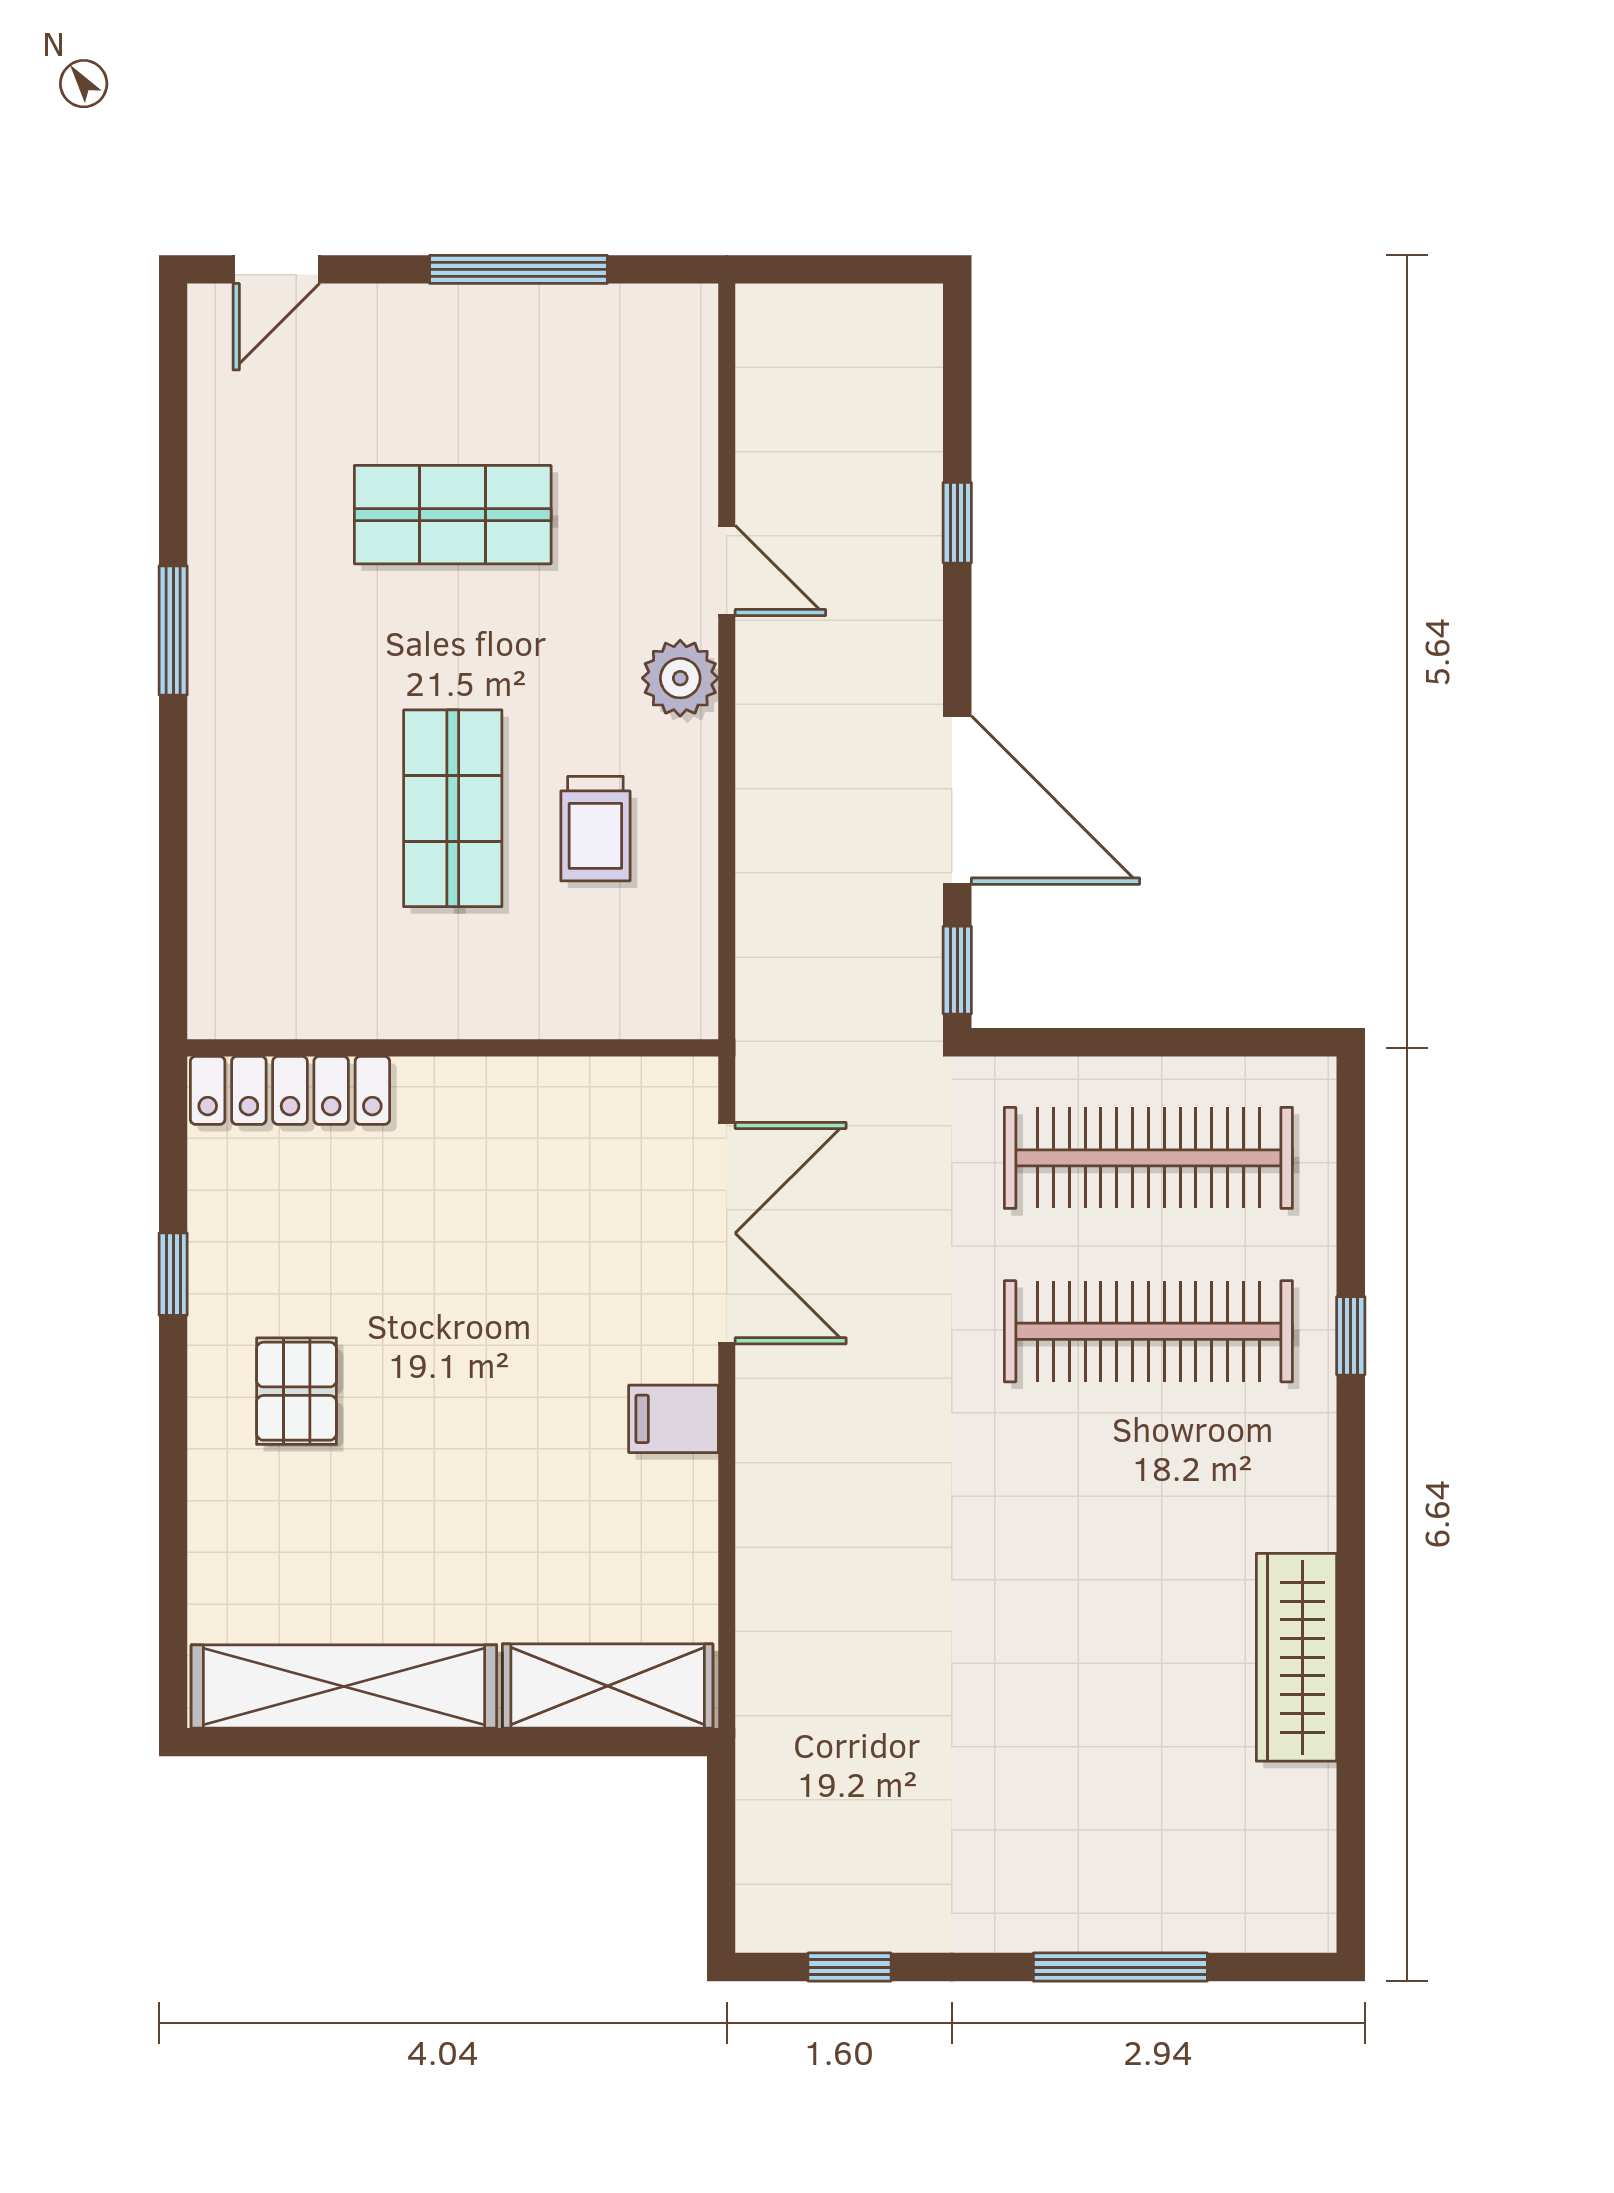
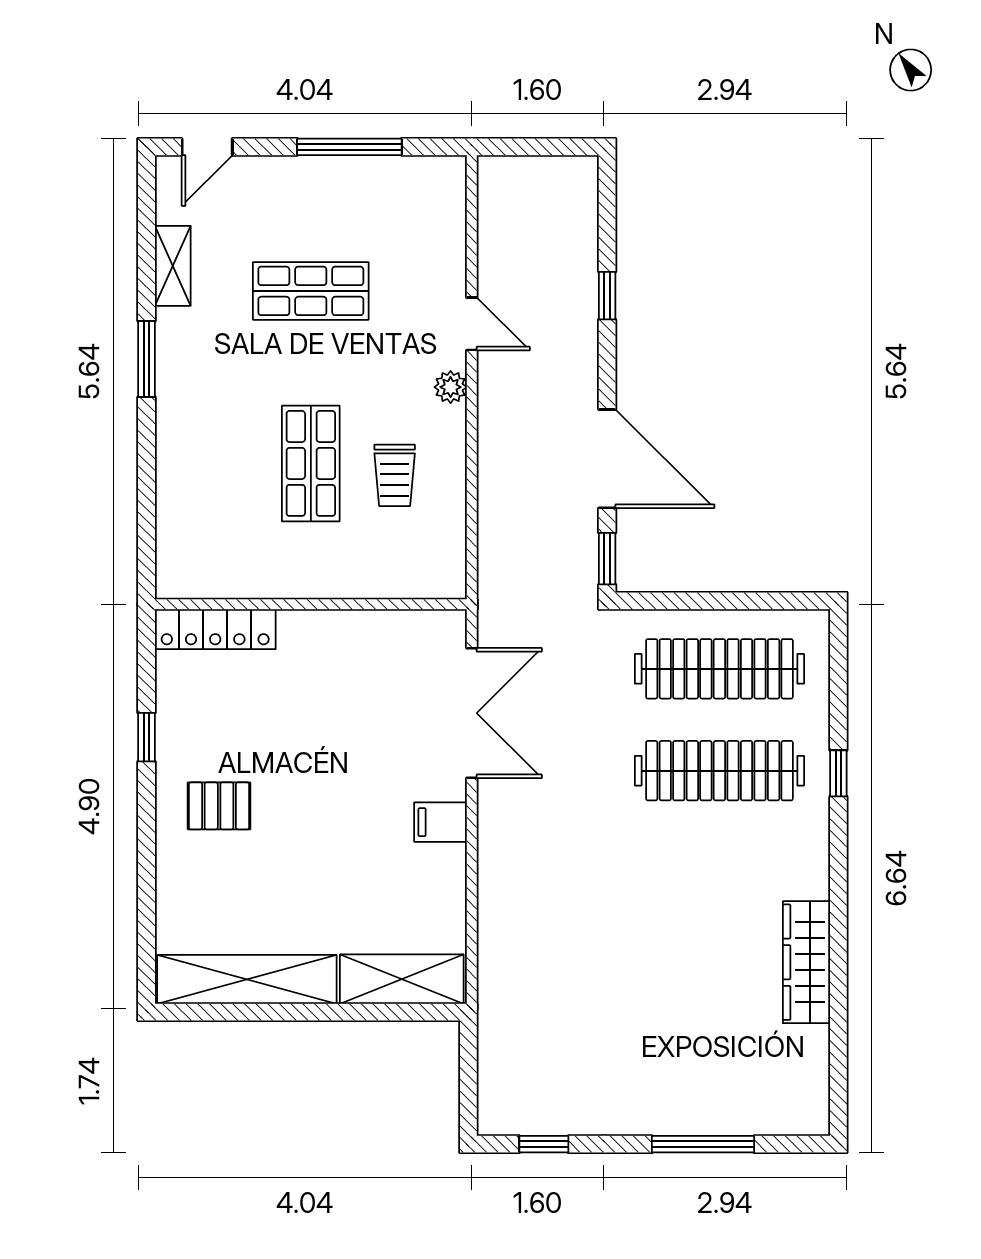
shelving: (218, 472) -> (173, 266), added
plant: (680, 678) -> (451, 387), width x0.73, depth x0.73
pallet: (297, 1391) -> (219, 806), turned 90

